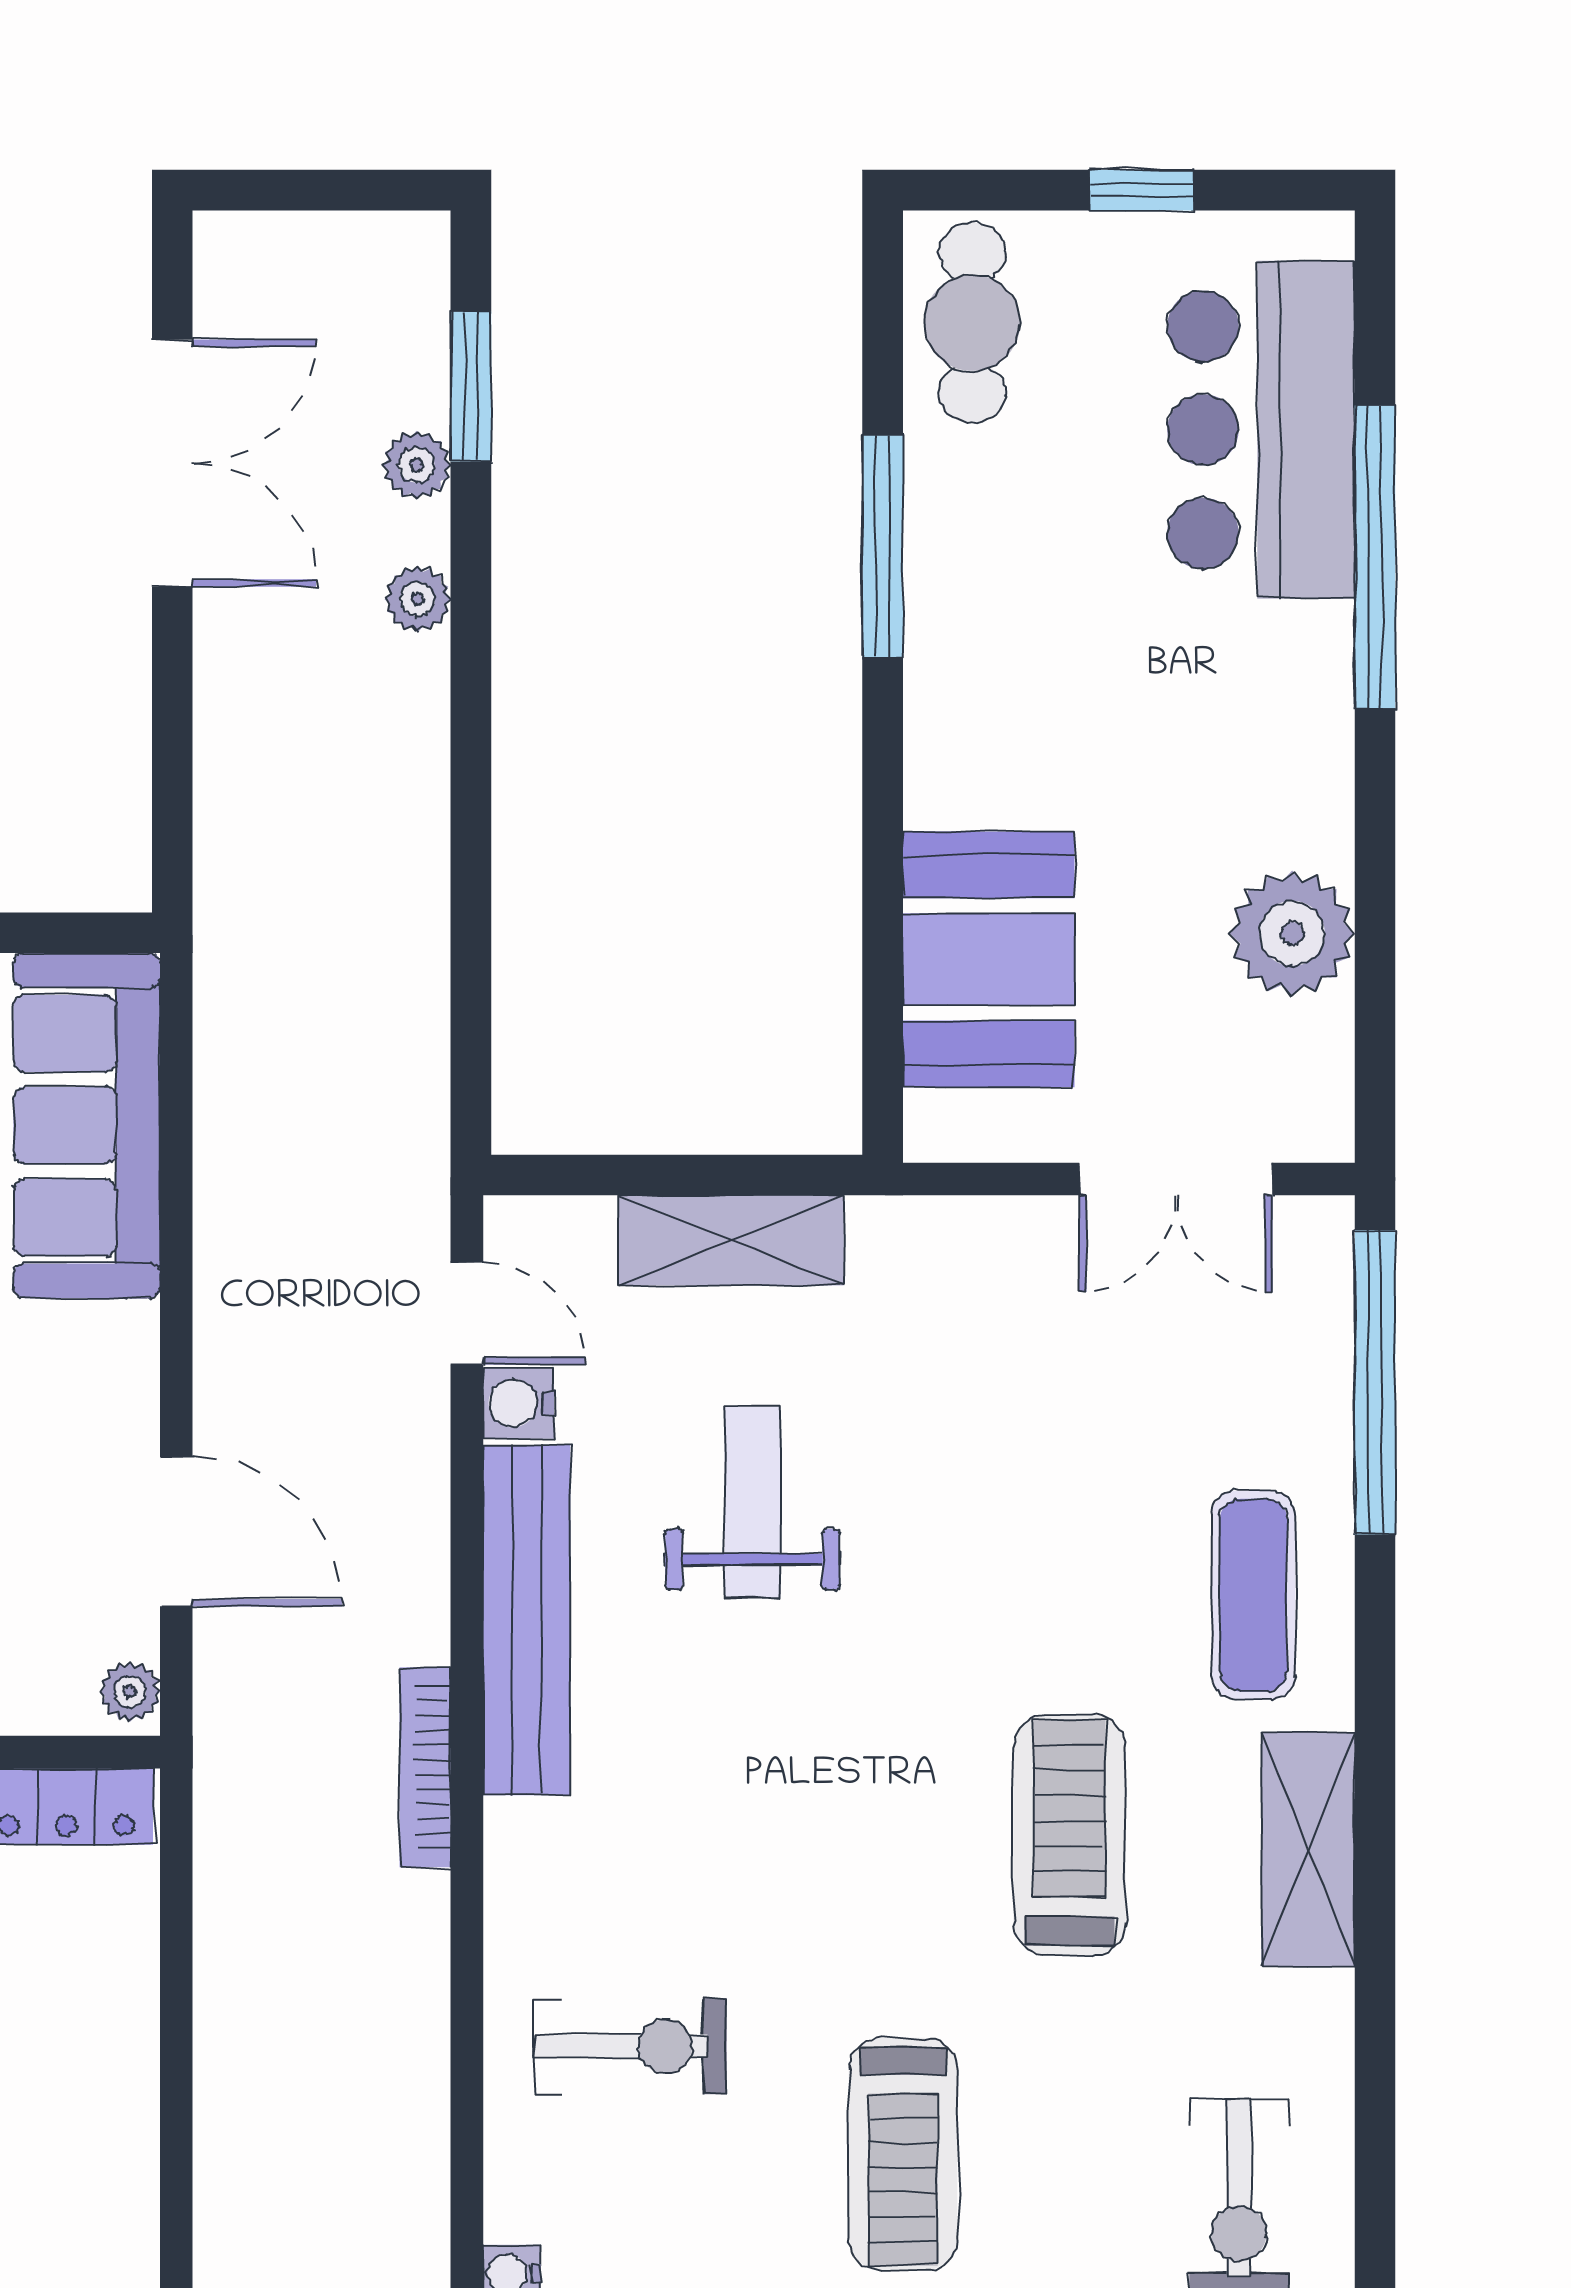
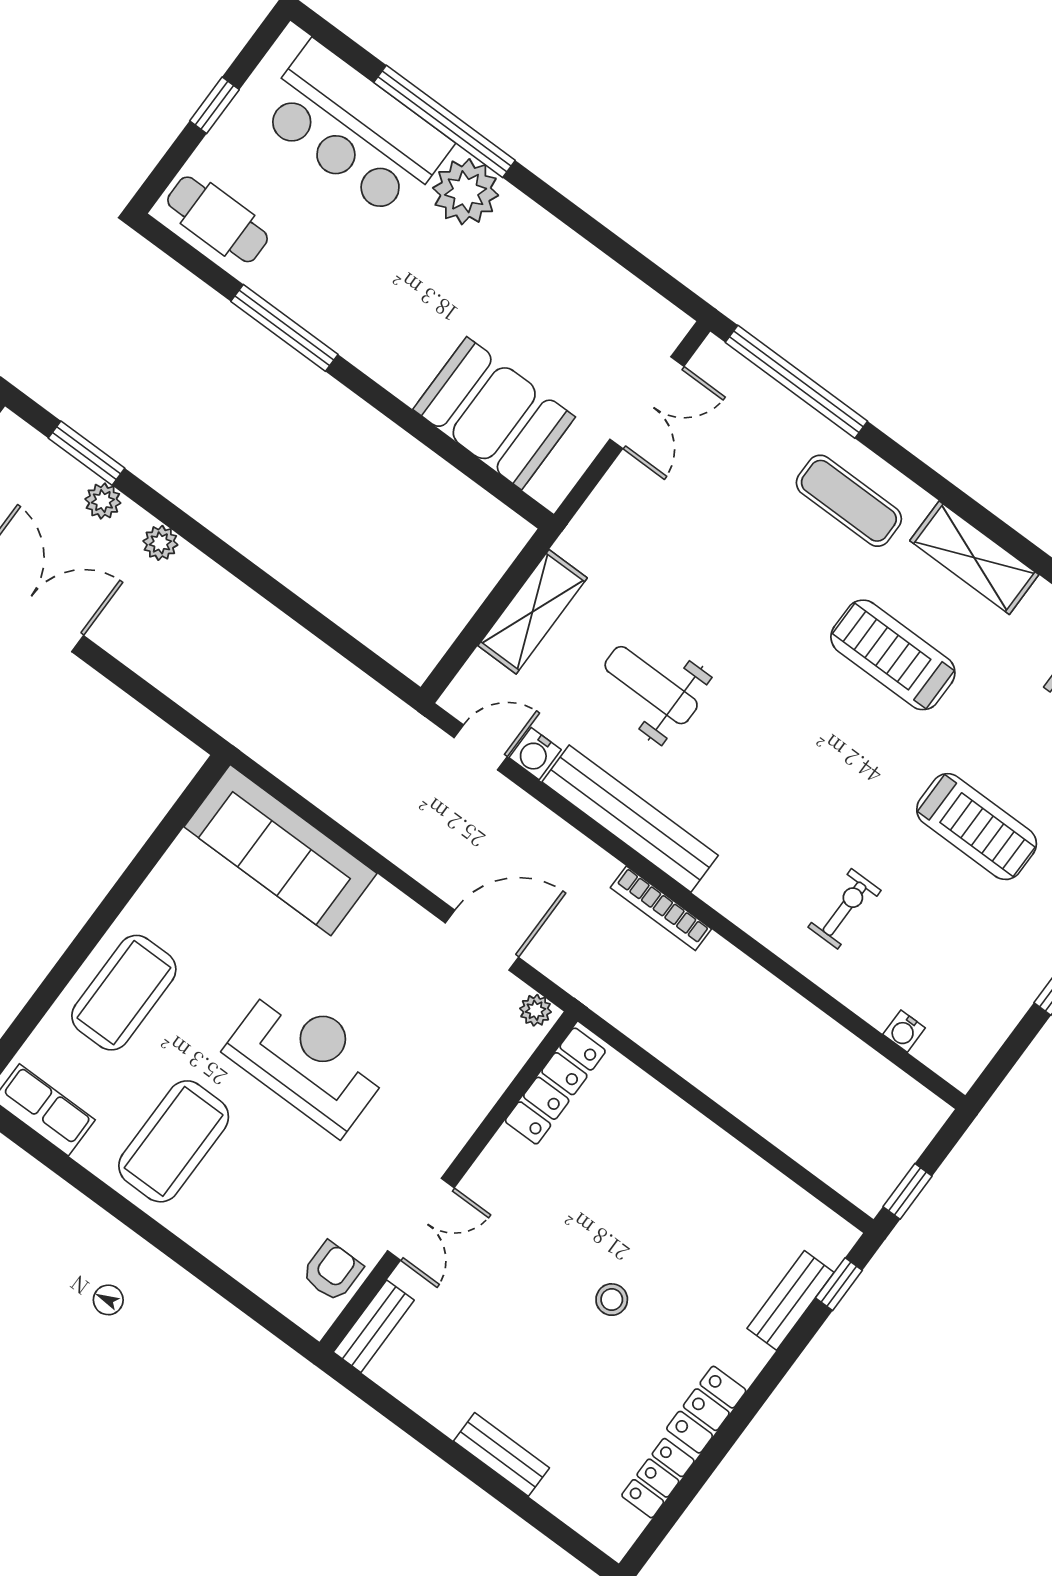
plant: (1292, 933) -> (466, 192), moved
exercise bike: (630, 2046) -> (845, 909), width x0.73, depth x0.72

